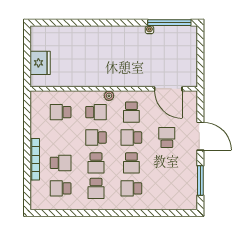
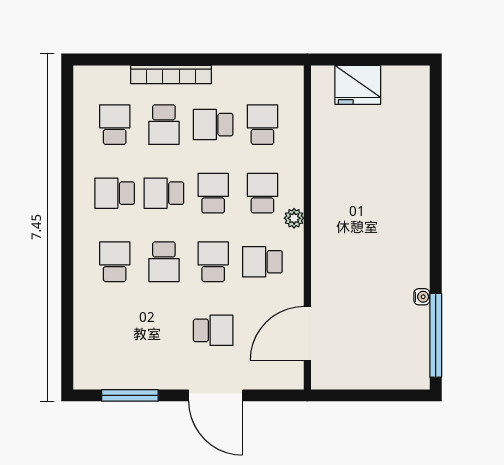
school desk: (96, 112) -> (262, 193), turned 180
door: (200, 136) -> (216, 395), hinge flipped
school desk: (61, 138) -> (213, 125), added
school desk: (131, 163) -> (164, 262), turned -90

